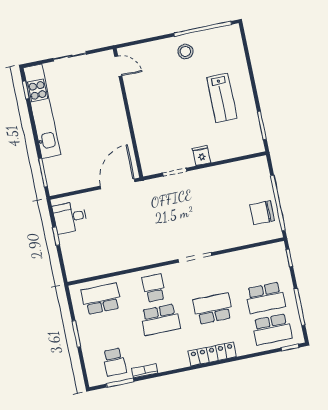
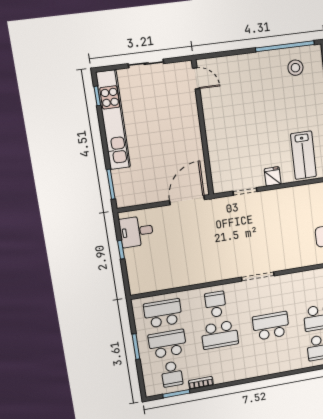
stool: (185, 51) -> (295, 68), moved
lab bench: (222, 98) -> (303, 155), moved
school desk: (108, 330) -> (167, 344), added
locker: (212, 354) -> (267, 368), removed

